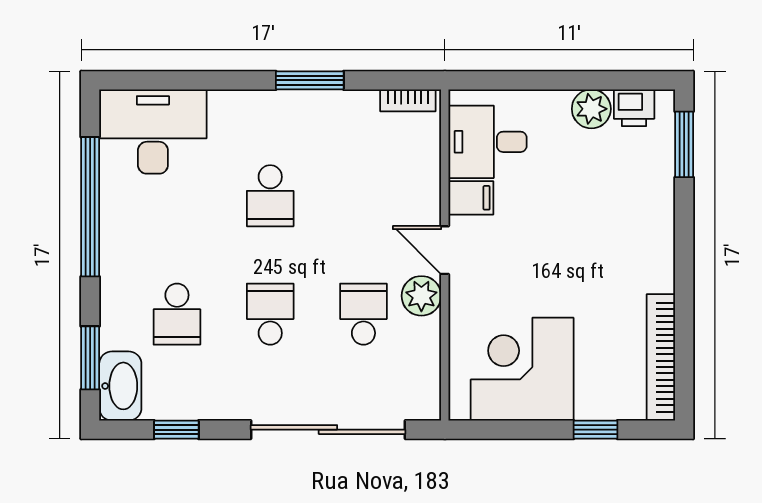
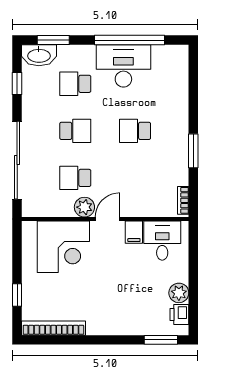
desk: (153, 132) -> (123, 66), moved, turned -90
school desk: (363, 314) -> (75, 178), turned 180
corner desk: (522, 369) -> (63, 247), moved, turned 90

